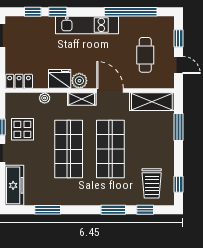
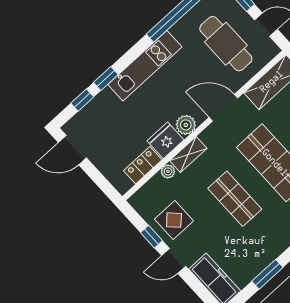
cafe table: (145, 55) -> (226, 44), width x1.37, depth x1.35
locker: (19, 81) -> (143, 165), moved
shelving: (82, 99) -> (188, 154), moved
shop shelf: (69, 149) -> (235, 199), width x0.70, depth x0.74

